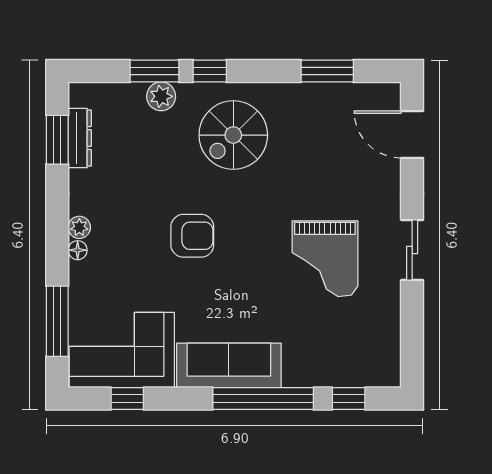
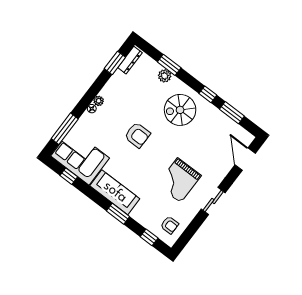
window: (210, 71) -> (208, 94), moved
dresser: (80, 138) -> (130, 60), moved
armchair: (368, 350) -> (169, 225), added
window: (263, 399) -> (118, 214), width x0.47

